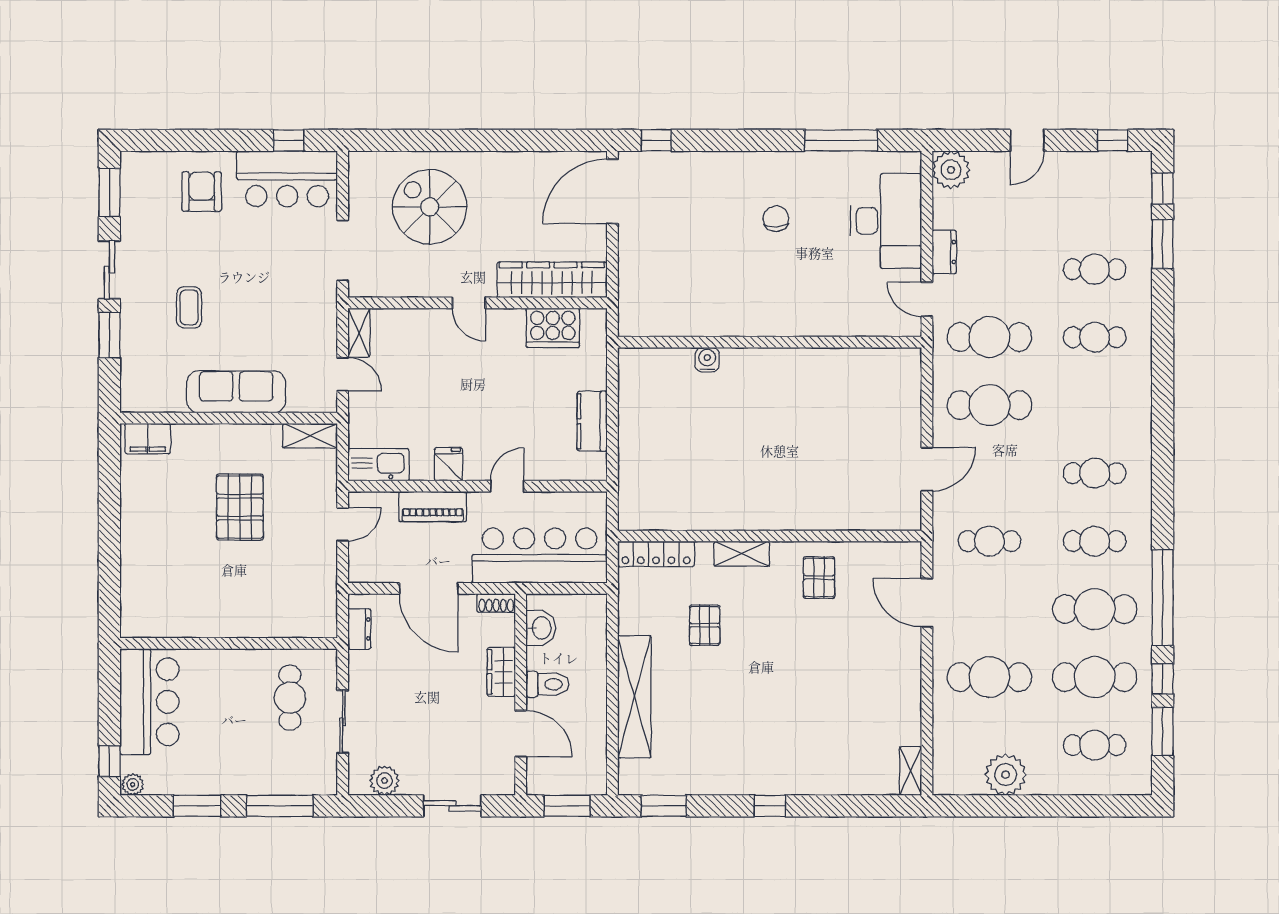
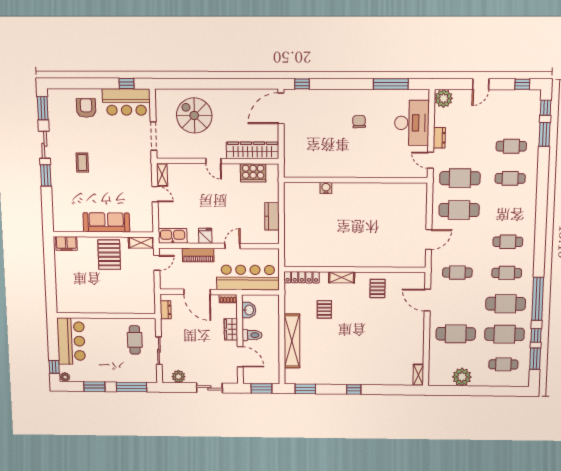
sofa: (236, 392) -> (106, 222), moved
wall: (229, 418) -> (103, 234), moved
shelving: (310, 436) -> (141, 243), moved
filing cabinet: (148, 439) -> (66, 243), moved

